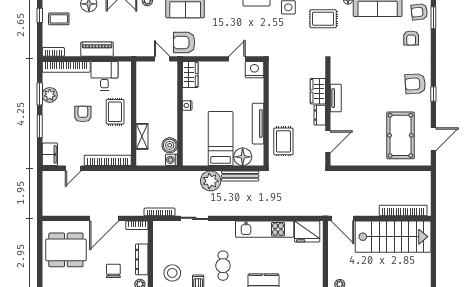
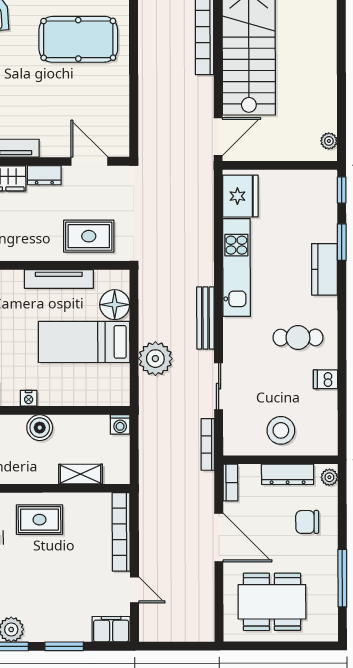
armchair: (83, 114) -> (43, 574), removed
boiler: (170, 145) -> (40, 428), moved
bench: (240, 176) -> (205, 318), moved
dining table: (66, 250) -> (272, 602), turned 90
stool: (172, 273) -> (281, 430), moved

